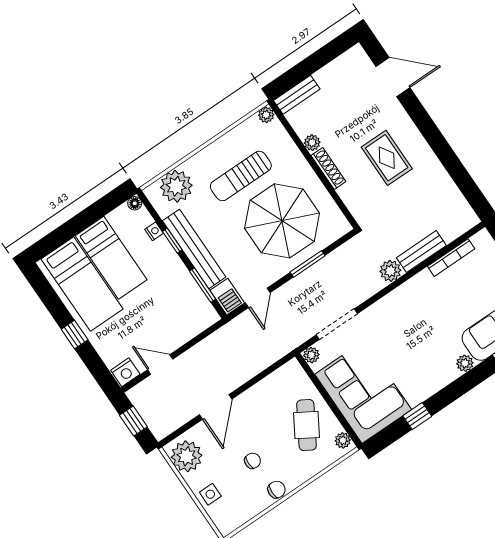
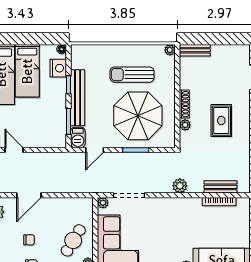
plant: (312, 143) -> (185, 125), moved
plant: (176, 186) -> (92, 56), removed
nightstand: (154, 231) -> (58, 68), width x1.89, depth x1.79
bench: (421, 252) -> (221, 187), moved

